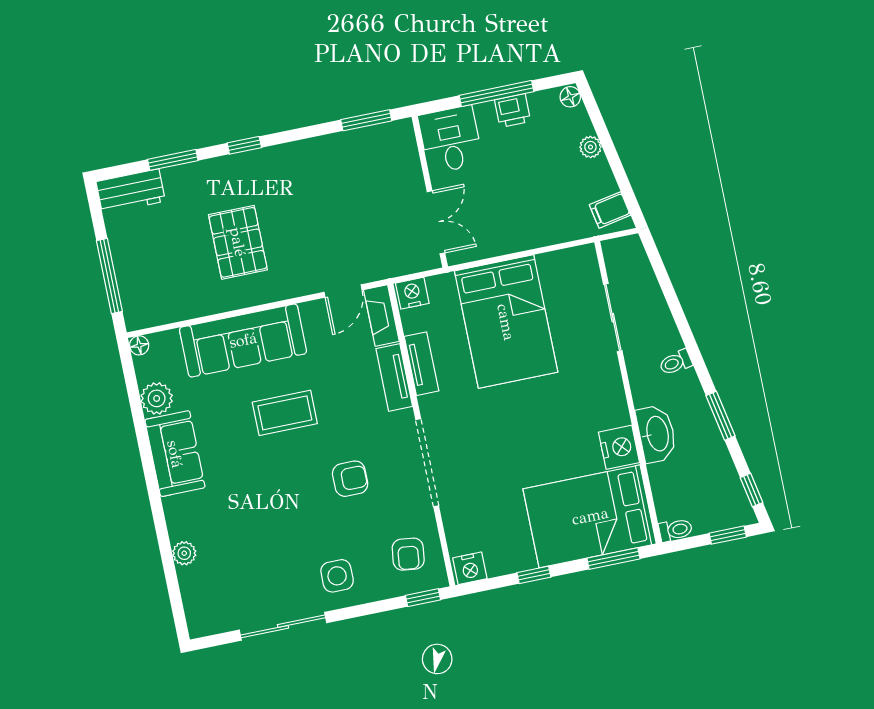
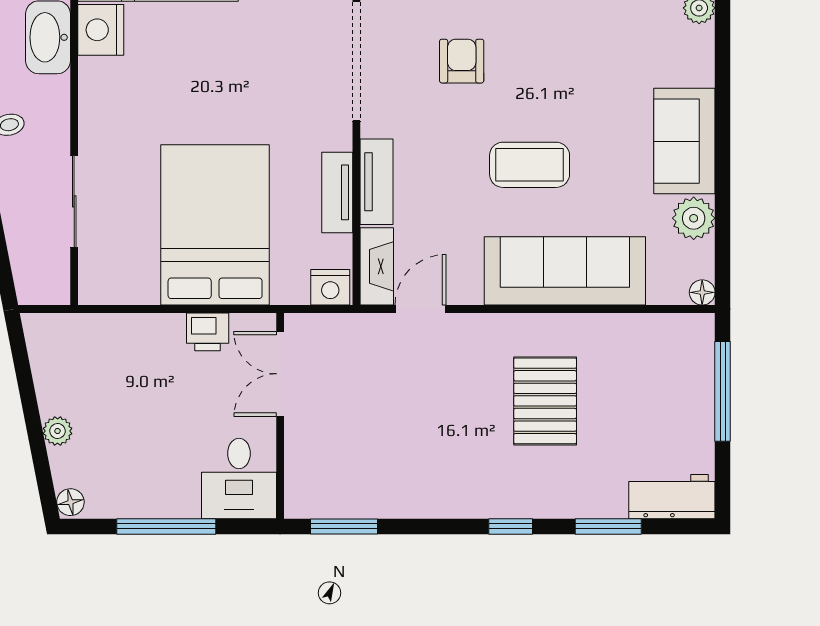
printer: (513, 111) -> (208, 332), moved, turned 180
filing cabinet: (610, 210) -> (49, 343), removed
armchair: (350, 479) -> (462, 61), turned 90

